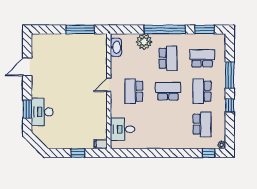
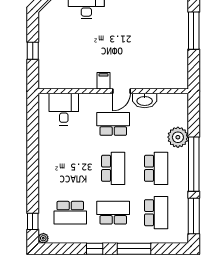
window: (80, 29) -> (194, 31), moved
window: (205, 29) -> (194, 216), width x1.44
washbasin: (116, 47) -> (145, 101), moved
school desk: (168, 58) -> (156, 168), turned -90
door: (109, 85) -> (121, 91), swing flipped
filing cabinet: (101, 144) -> (103, 81), moved

